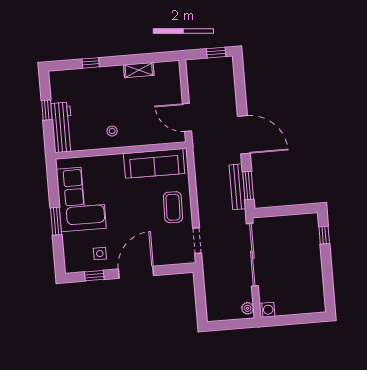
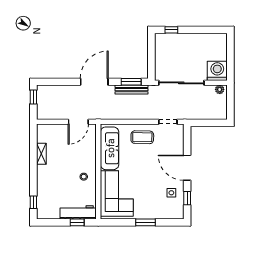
window: (91, 63) -> (33, 202), moved
window: (47, 110) -> (77, 222), moved
corner sofa: (81, 199) -> (117, 193), moved, turned 90
washing machine: (267, 310) -> (217, 71), width x1.89, depth x1.89

